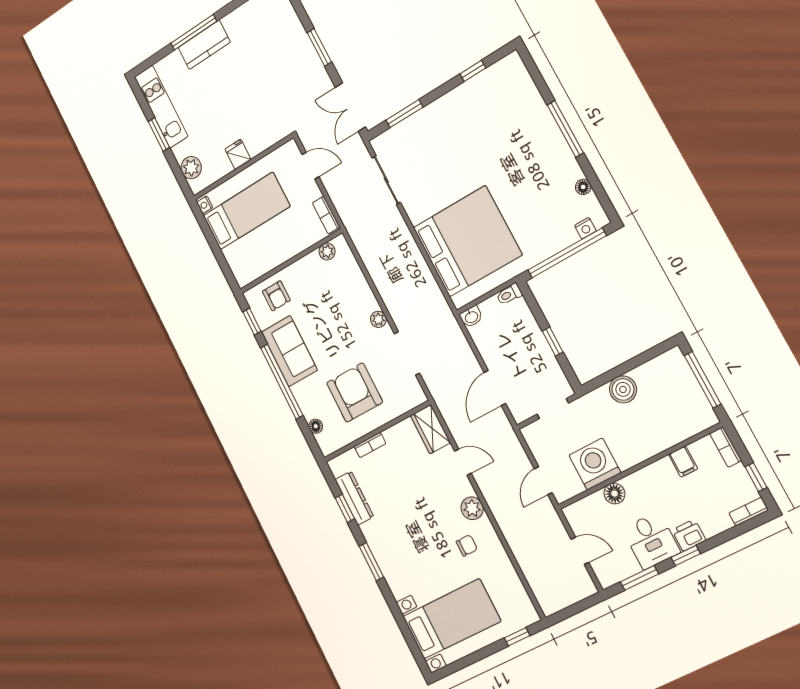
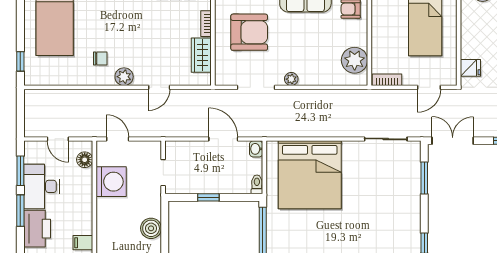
fridge: (238, 154) -> (470, 68), moved
plant: (327, 252) -> (355, 60), width x1.88, depth x1.88
door: (495, 388) -> (223, 139), moved
wardrobe: (430, 429) -> (201, 55), moved, turned -90
floor lamp: (614, 494) -> (85, 160), moved
printer: (689, 535) -> (37, 229), width x1.87, depth x1.48
desk: (651, 540) -> (41, 186), width x1.37
chair: (467, 545) -> (100, 59), turned -90
door: (580, 551) -> (58, 139), hinge flipped
window: (686, 555) -> (20, 211), width x1.50

